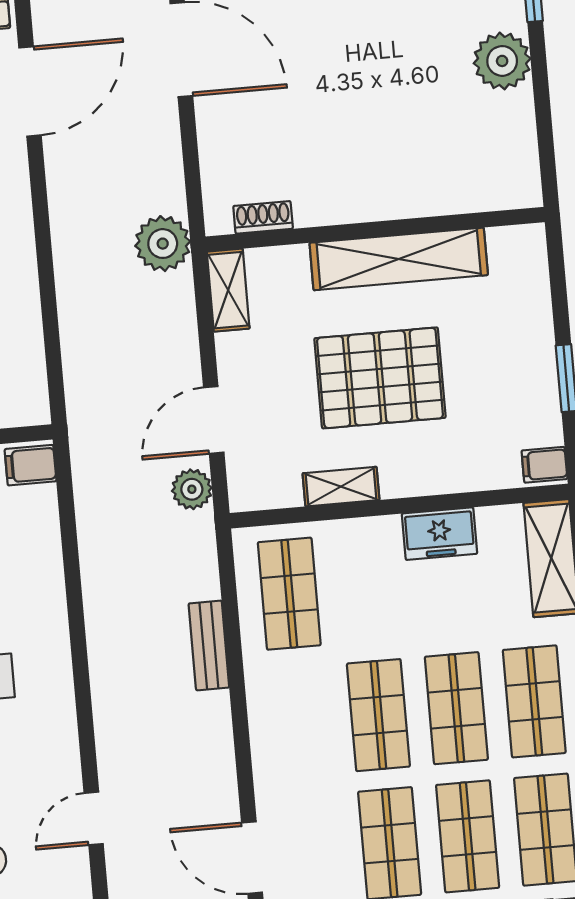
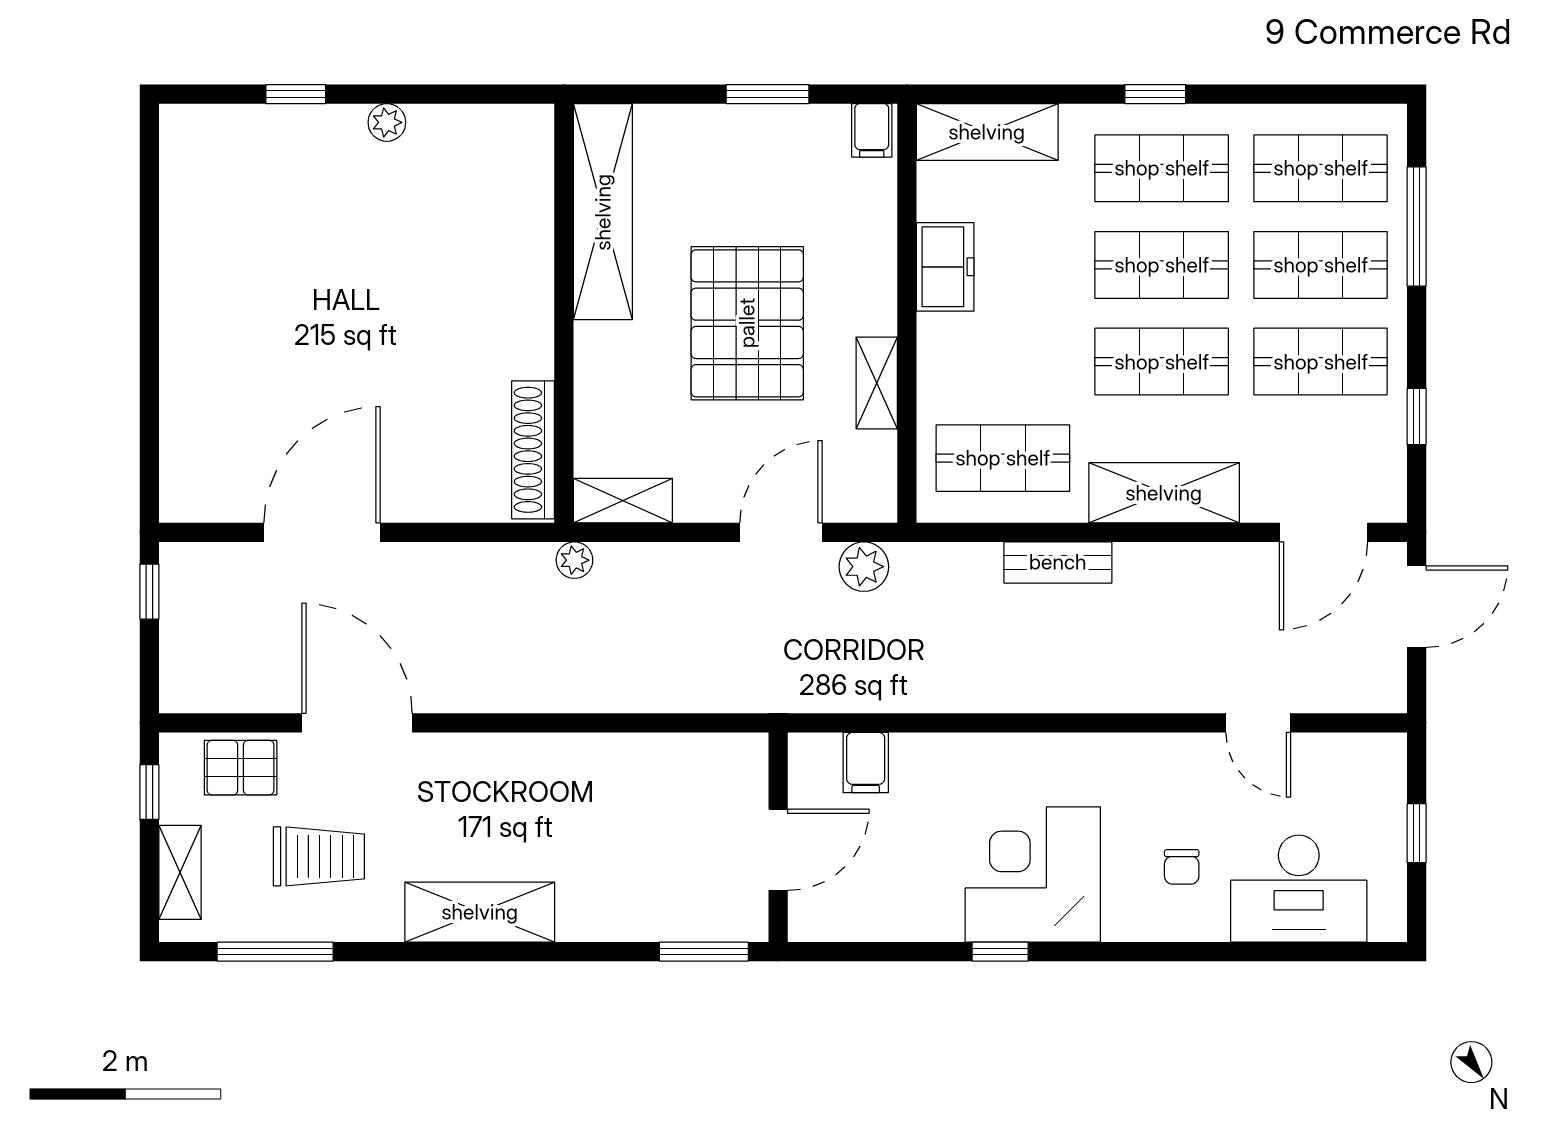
plant: (502, 61) -> (387, 122), width x0.53, depth x0.53
shoe rack: (263, 217) -> (533, 450), width x1.94, depth x1.24
plant: (163, 244) -> (574, 560), width x0.53, depth x0.53
shelving: (399, 259) -> (603, 212), moved
door: (214, 420) -> (781, 532), swing flipped
filing cabinet: (30, 465) -> (866, 763), moved
shelving: (273, 726) -> (1164, 493), added

